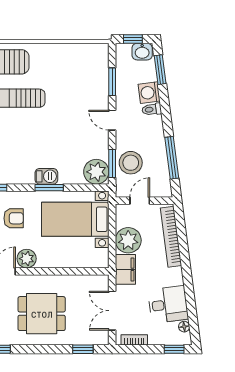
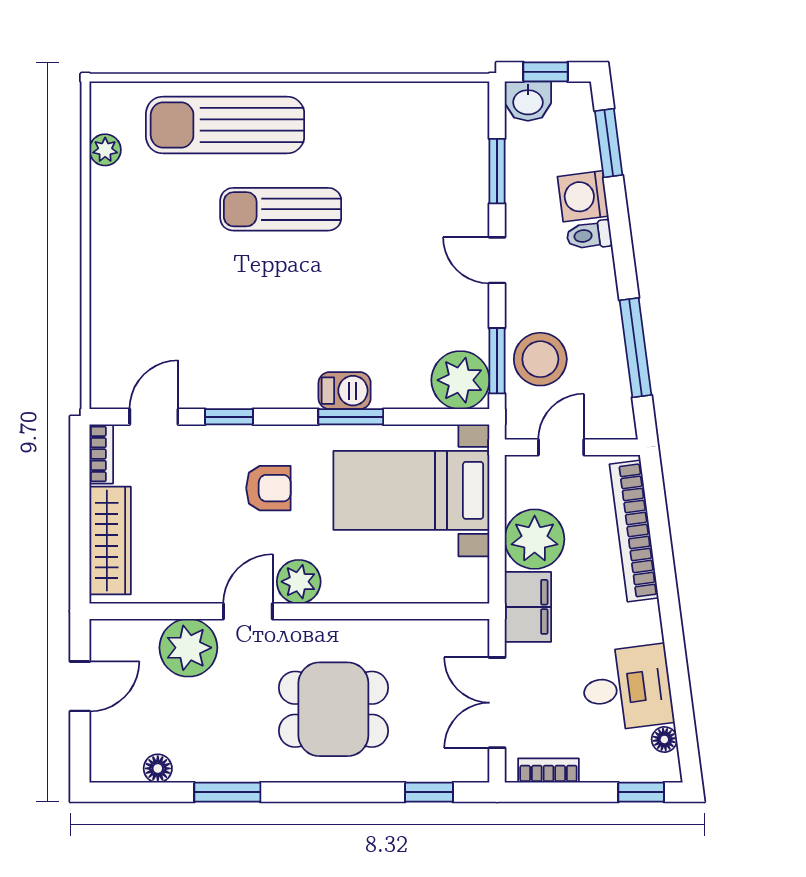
washbasin: (142, 52) -> (528, 101), moved

